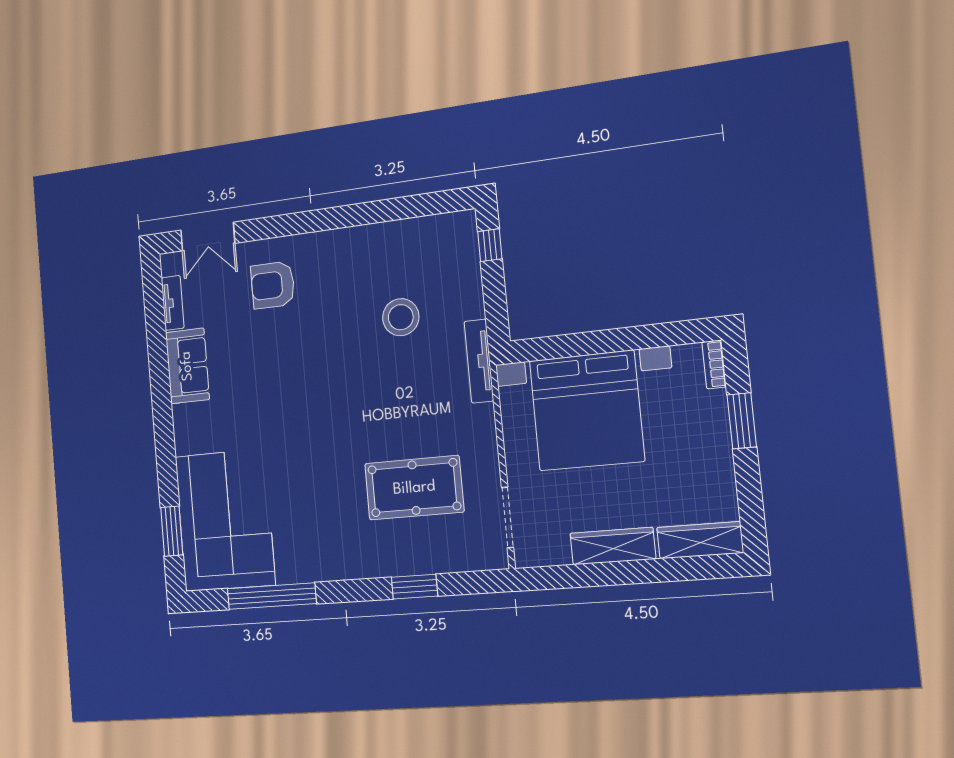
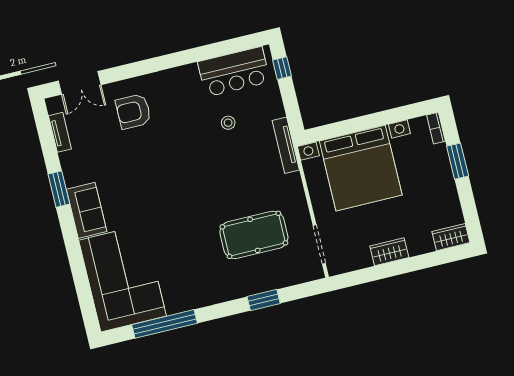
bar counter: (419, 243) -> (234, 72), added
stool: (401, 317) -> (228, 123), width x0.53, depth x0.53
sofa: (187, 366) -> (87, 210), moved
window: (172, 531) -> (59, 189), moved
wardrobe: (700, 540) -> (451, 237), width x0.67
wardrobe: (613, 546) -> (389, 252), width x0.67

